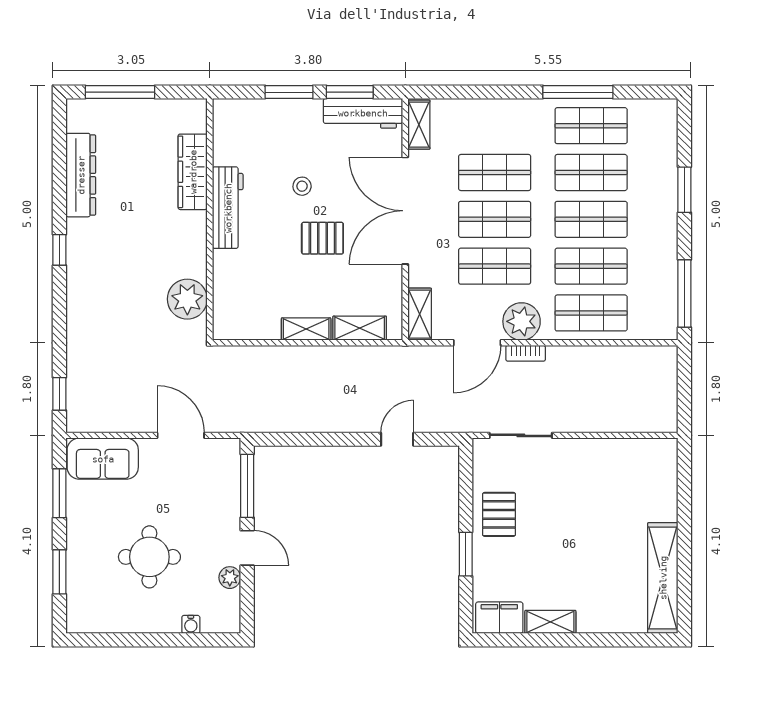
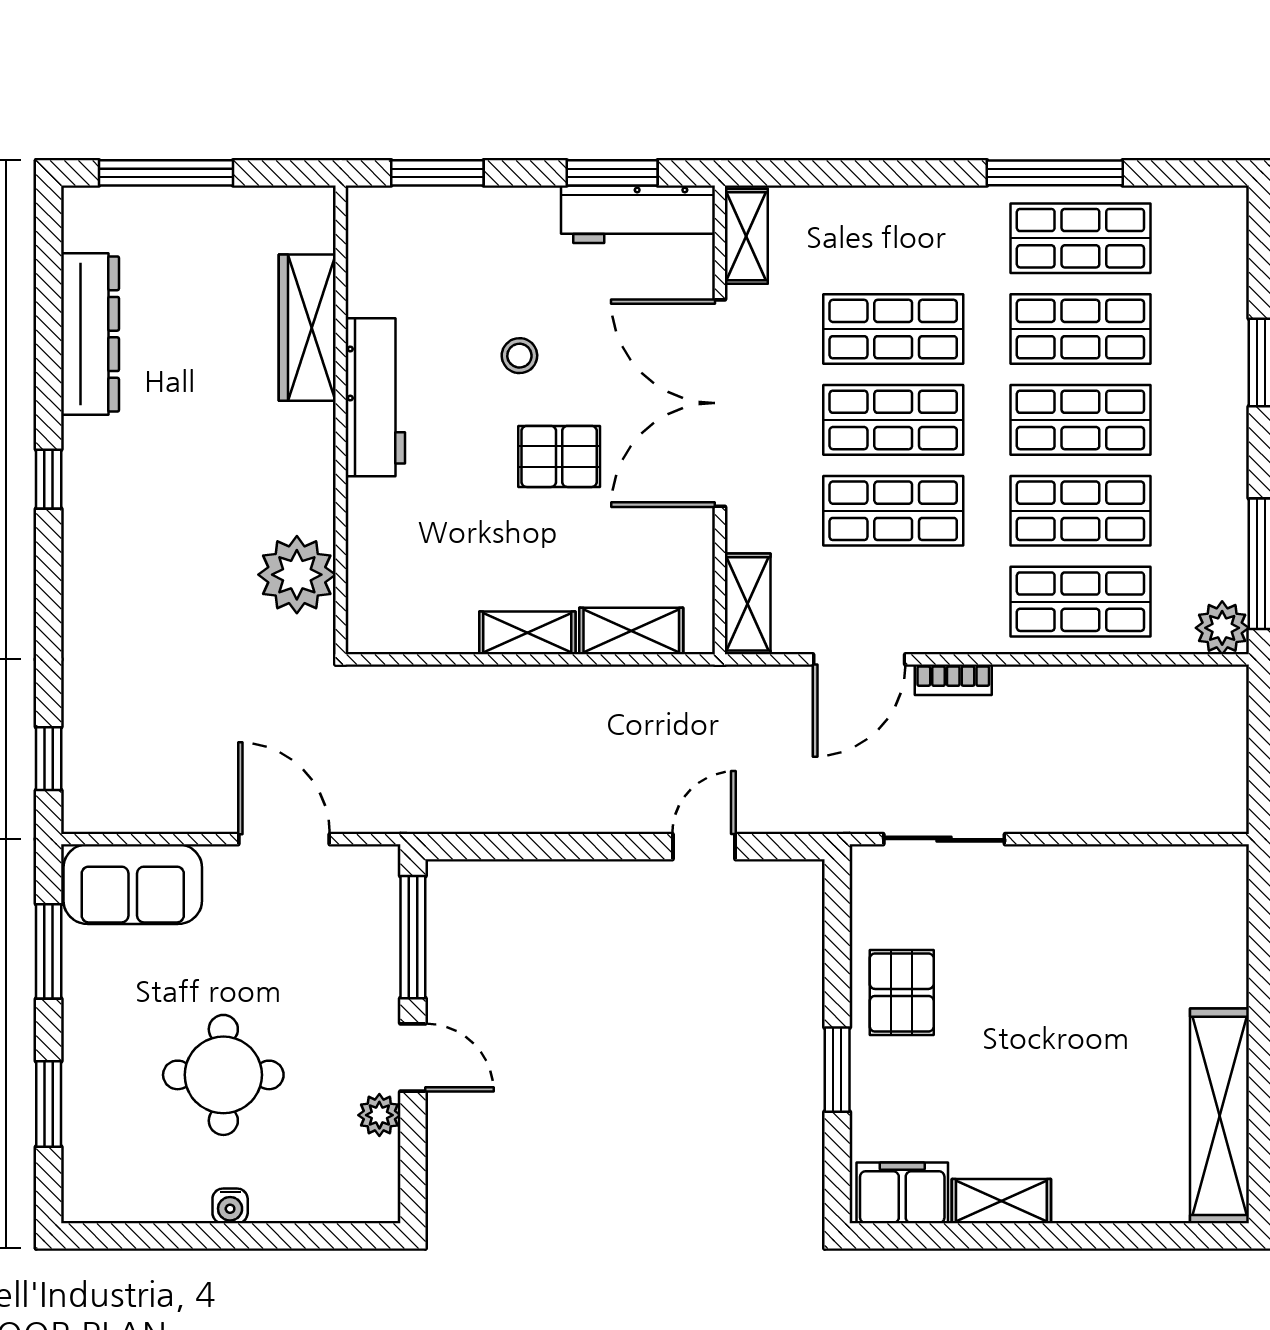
window: (289, 92) -> (437, 173), moved
plant: (522, 321) -> (1222, 628), moved, width x0.73, depth x0.73
water cooler: (191, 624) -> (230, 1206), moved

